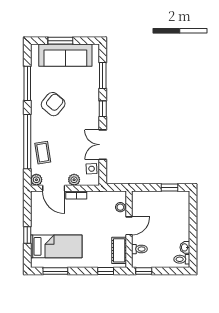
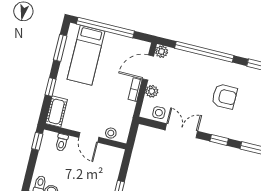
armchair: (53, 104) -> (224, 96), moved, turned -40
coffee table: (43, 153) -> (189, 65), removed
window: (27, 235) -> (105, 28), width x3.17
cot: (119, 250) -> (56, 112), moved, turned 90
window: (106, 271) -> (51, 87), moved

